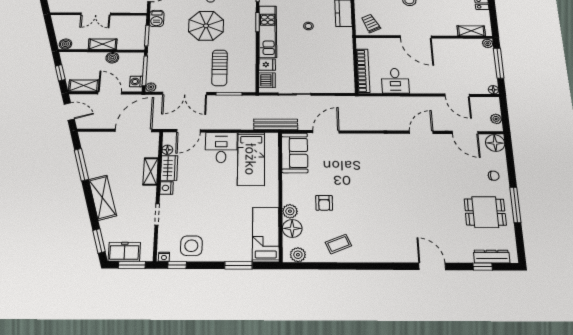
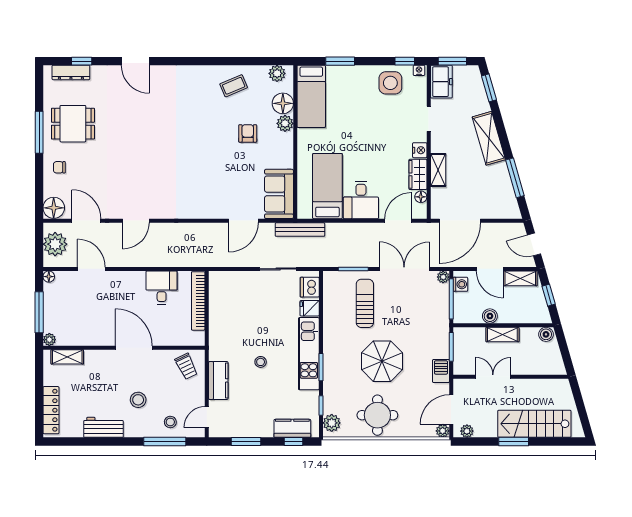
double door: (96, 14) -> (493, 377), moved
plant: (496, 119) -> (55, 244), width x1.88, depth x1.88
freezer: (124, 252) -> (441, 82), moved, turned -90

